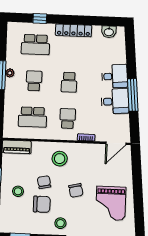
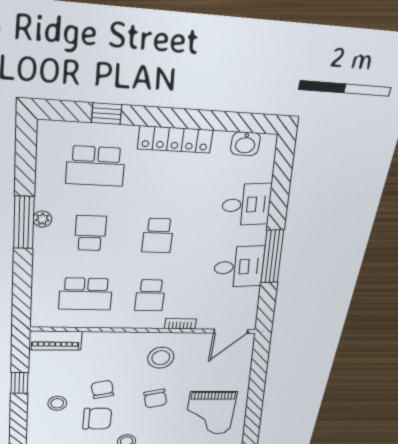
desk: (115, 76) -> (246, 205), moved
school desk: (68, 119) -> (150, 295), turned 180
stool: (60, 159) -> (161, 358), moved

